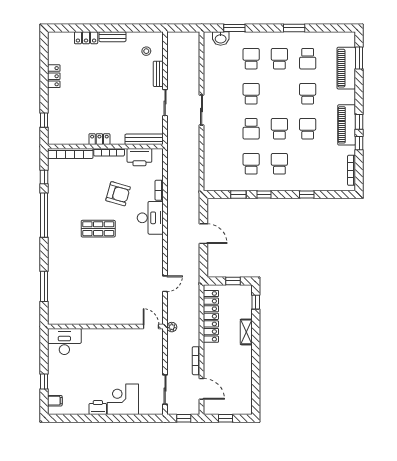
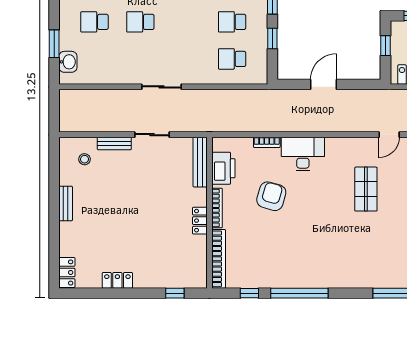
locker: (86, 38) -> (67, 272), moved
school desk: (251, 129) -> (232, 59), moved, turned 180
shop shelf: (98, 229) -> (366, 189), moved
door: (165, 284) -> (389, 135), swing flipped

